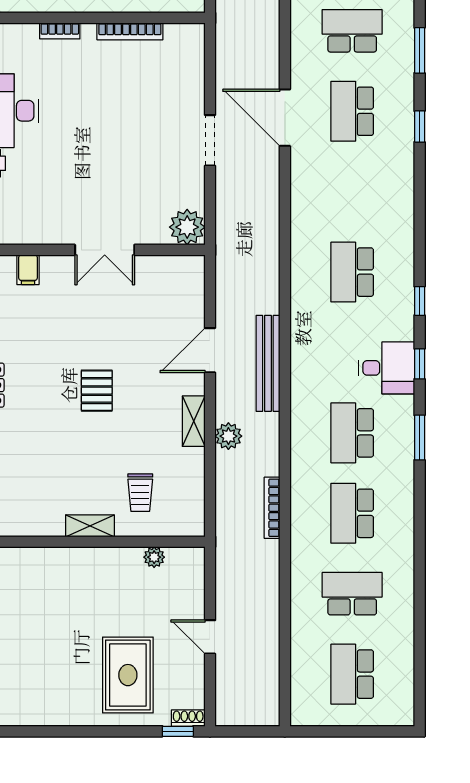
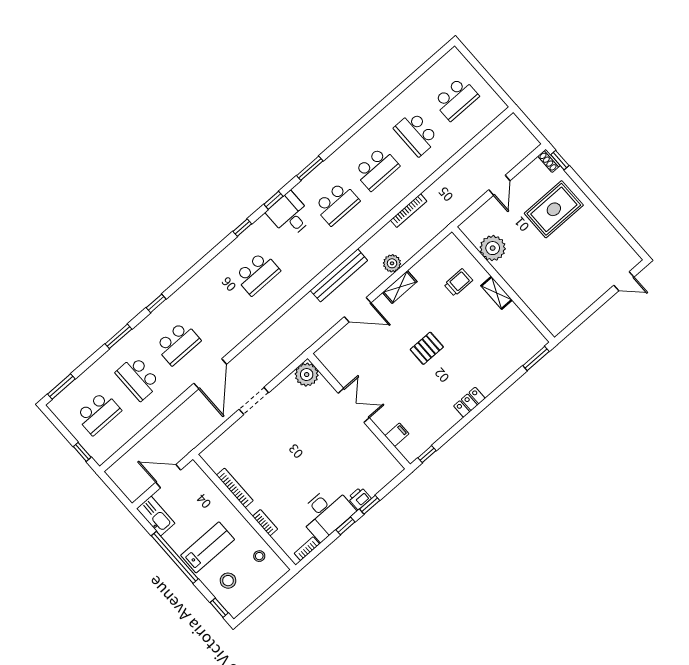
plant: (154, 557) -> (493, 248), width x1.88, depth x1.88

